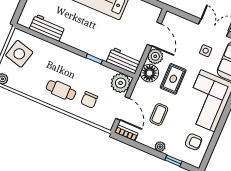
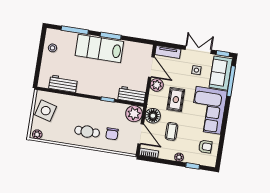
tv unit: (178, 21) -> (168, 52), added
floor lamp: (149, 73) -> (153, 116), moved

